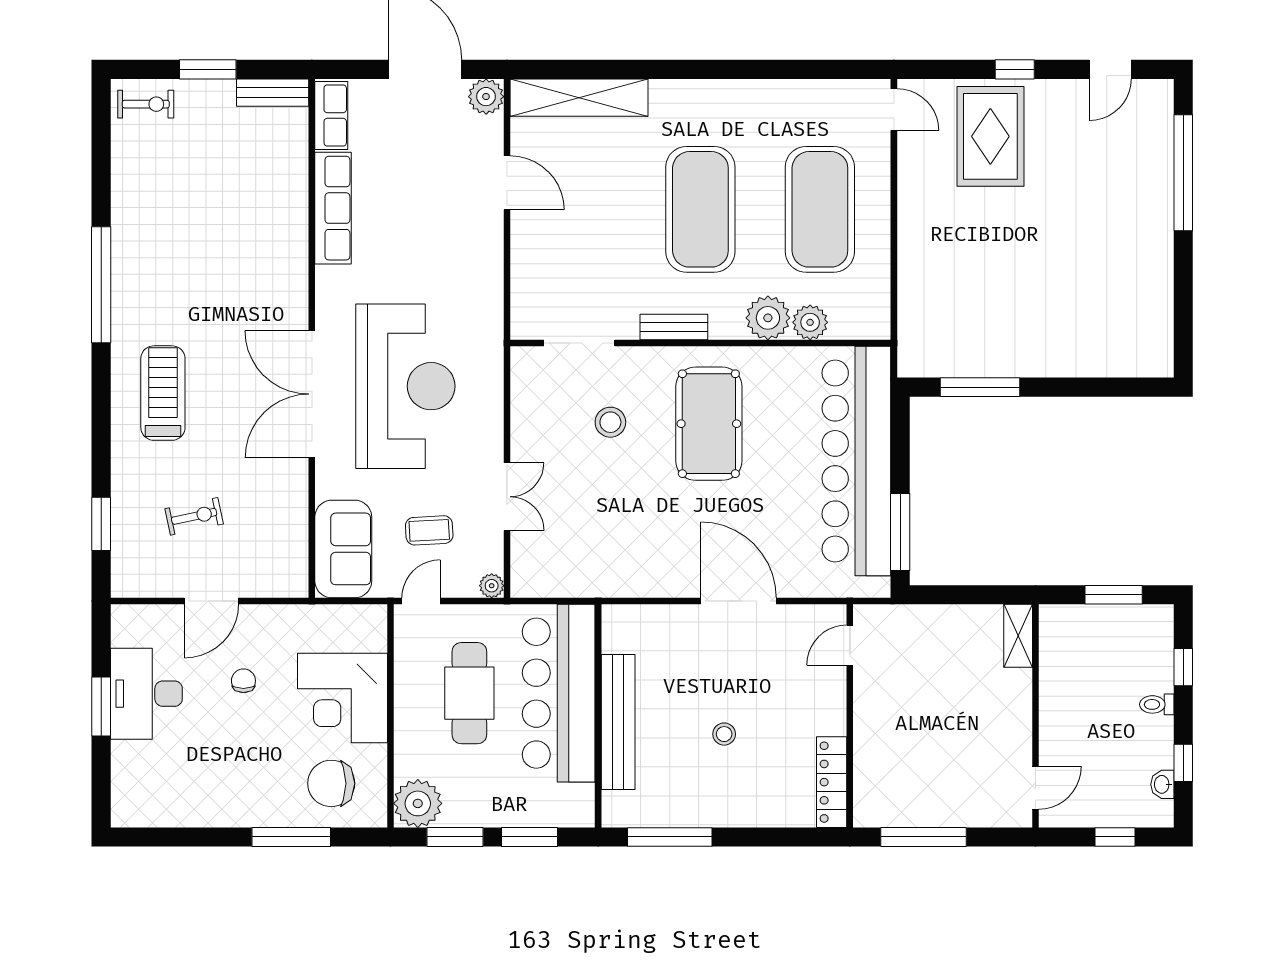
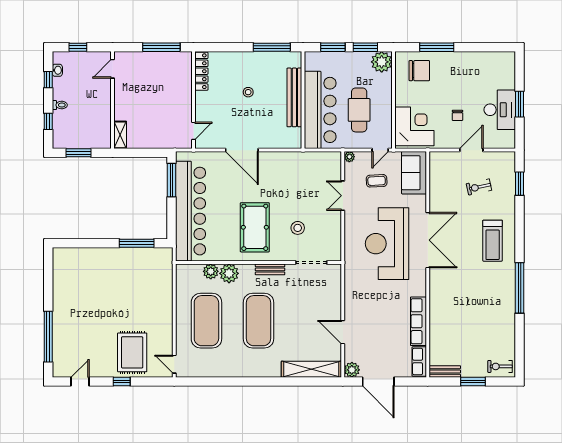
corner desk: (342, 698) -> (414, 126), moved

